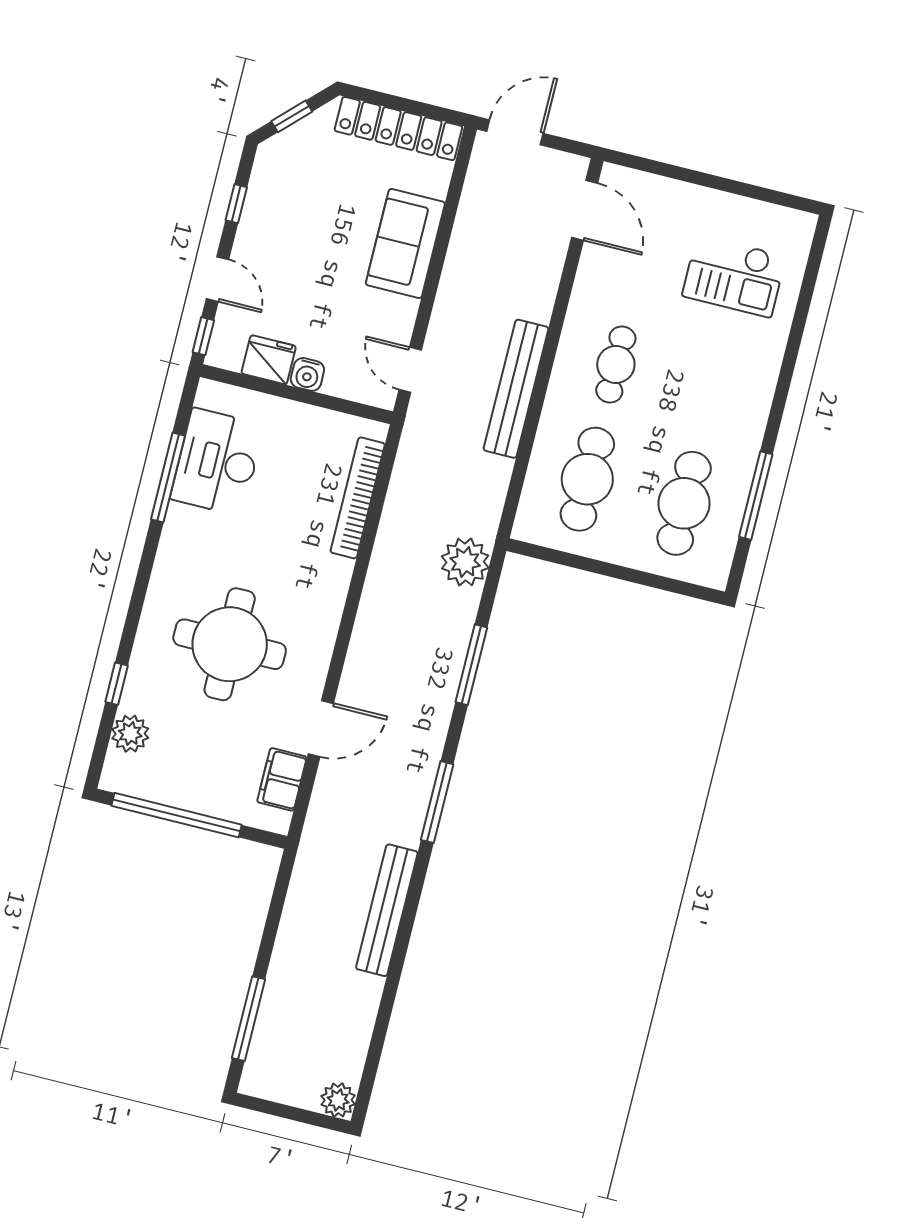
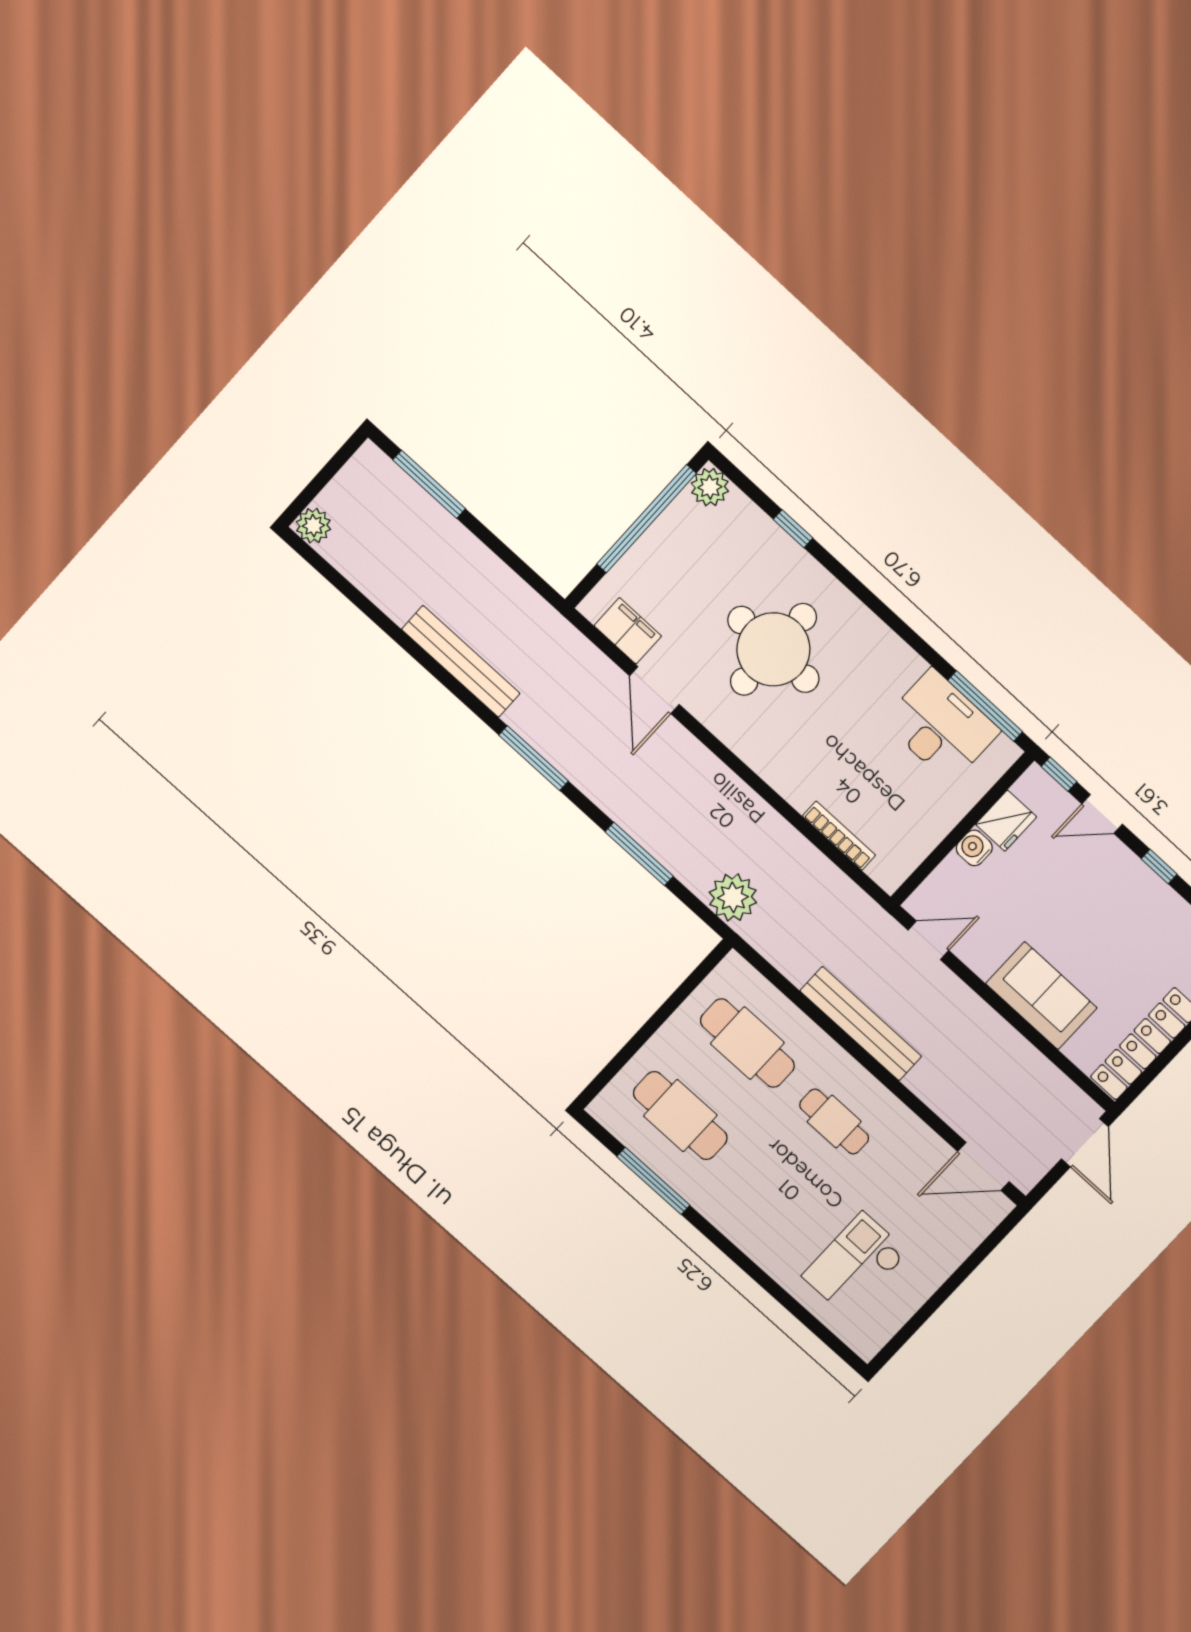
window: (168, 478) -> (985, 706), moved
bookcase: (358, 498) -> (839, 836), width x0.68, depth x0.76
plant: (130, 734) -> (710, 487), moved

